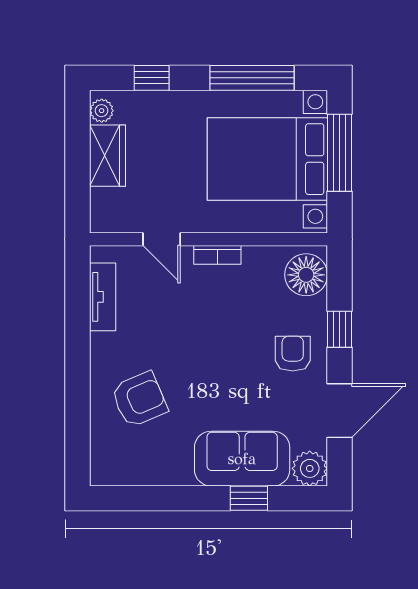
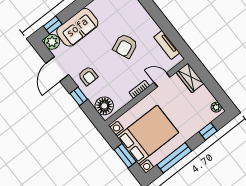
window: (340, 153) -> (125, 156), width x0.69
wardrobe: (108, 156) -> (190, 78), moved
armchair: (139, 399) -> (125, 46), moved
window: (249, 498) -> (53, 25), moved

